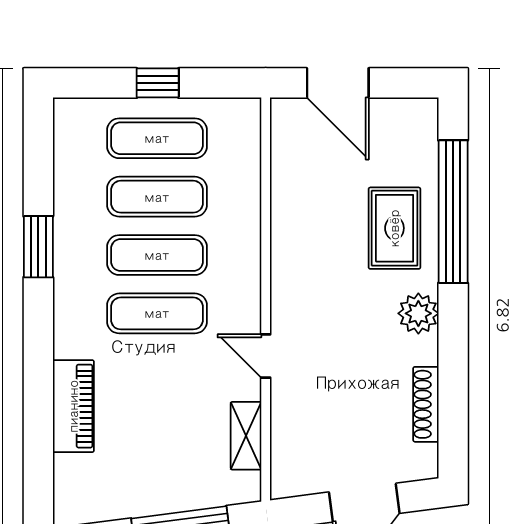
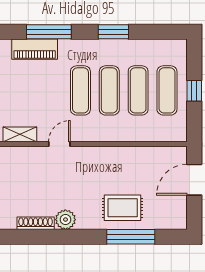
window: (453, 212) -> (131, 237), width x0.68
plant: (418, 313) -> (65, 220), moved
window: (38, 377) -> (49, 32), added

